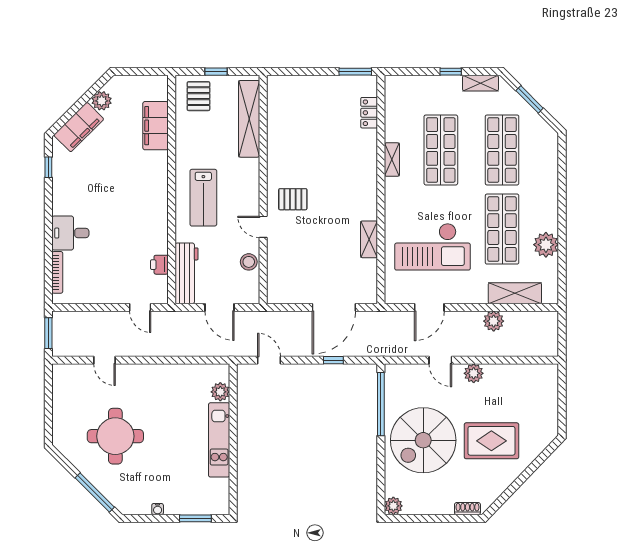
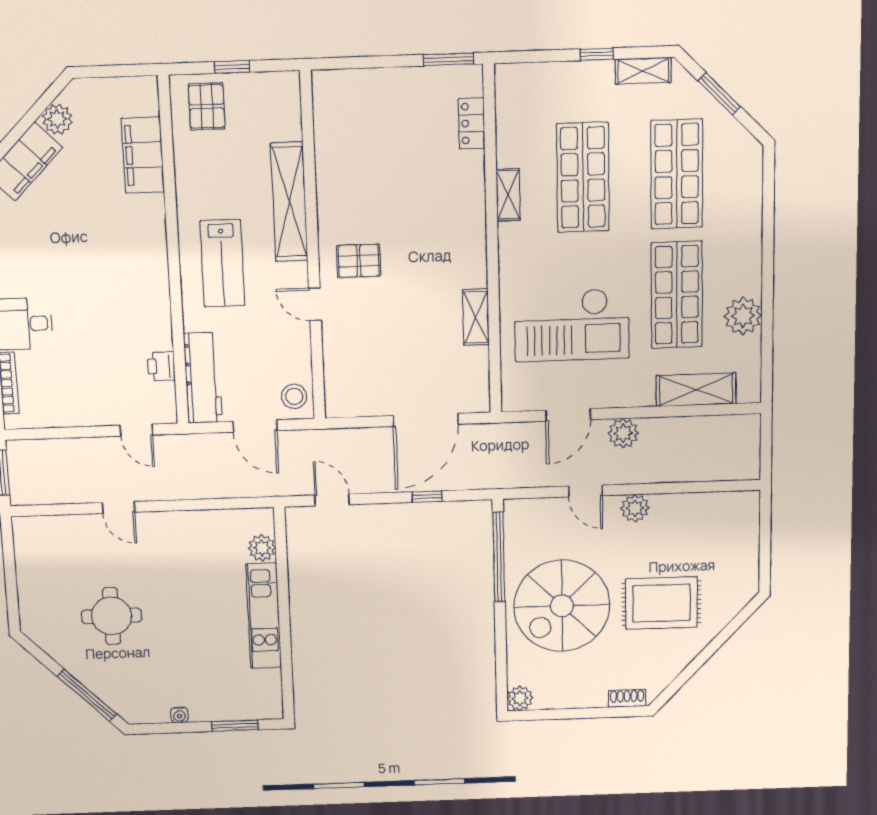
shelving: (249, 119) -> (289, 202), moved
stool: (249, 262) -> (294, 396), moved
plant: (494, 321) -> (623, 433), moved
door: (104, 360) -> (118, 507), moved
round table: (115, 436) -> (112, 616), width x0.73, depth x0.73

